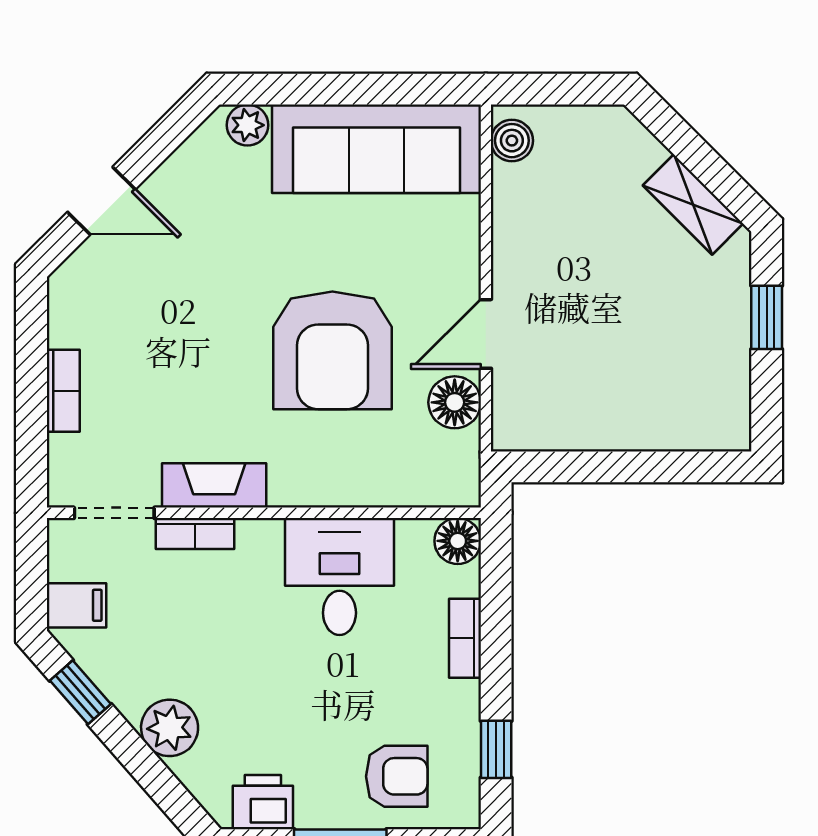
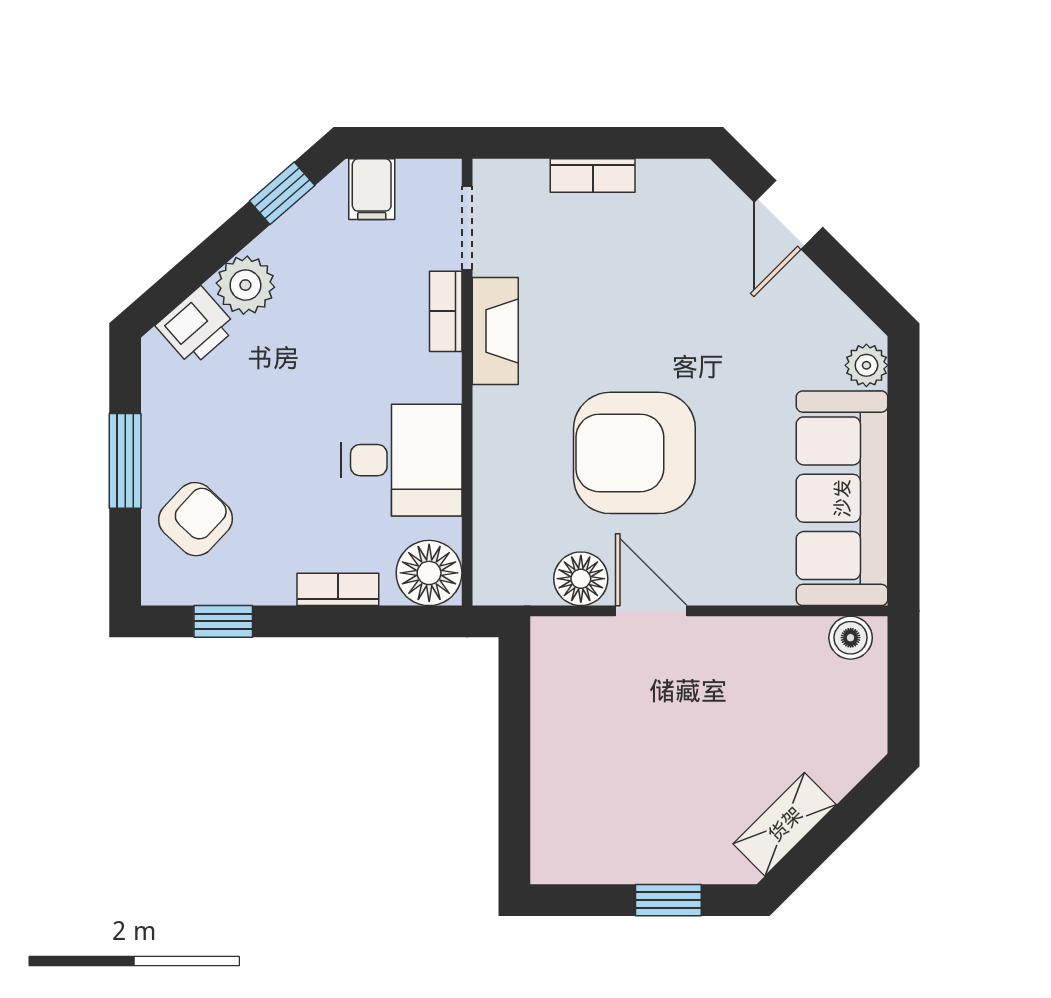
floor lamp: (458, 541) -> (429, 573), width x1.38, depth x1.38
armchair: (397, 776) -> (196, 519), turned -137
printer: (263, 802) -> (196, 326), moved, turned 49

